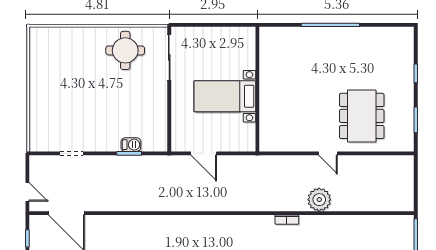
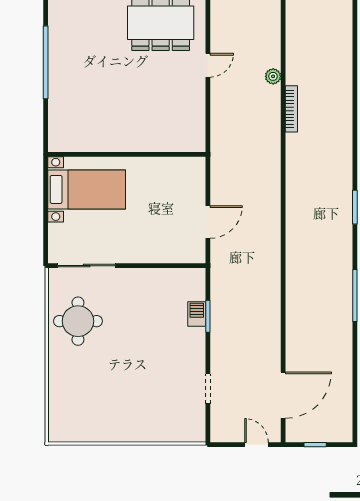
bed with nightstands: (225, 96) -> (87, 189), moved, turned -90
door: (27, 192) -> (257, 445), hinge flipped
plant: (319, 200) -> (273, 76), width x0.53, depth x0.53
bookcase: (287, 220) -> (291, 109), width x1.56

